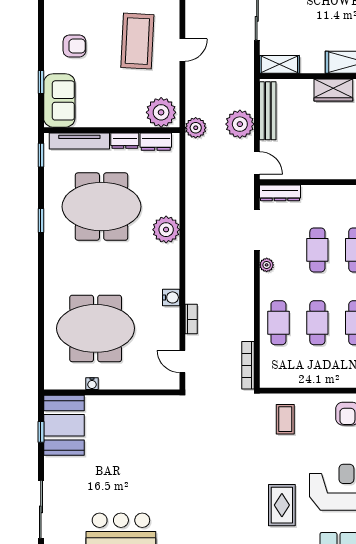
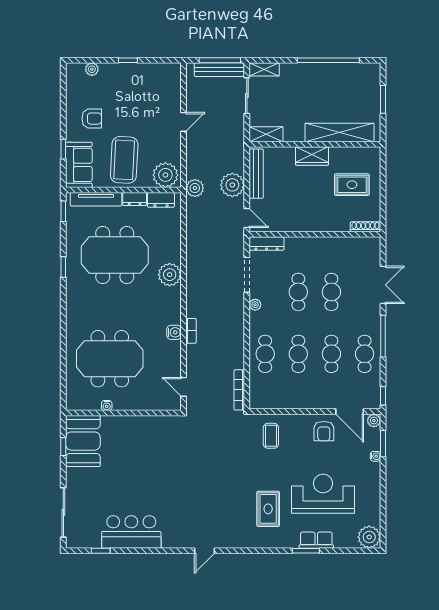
coffee table: (137, 41) -> (124, 160), moved
bookcase: (191, 319) -> (191, 331), moved

